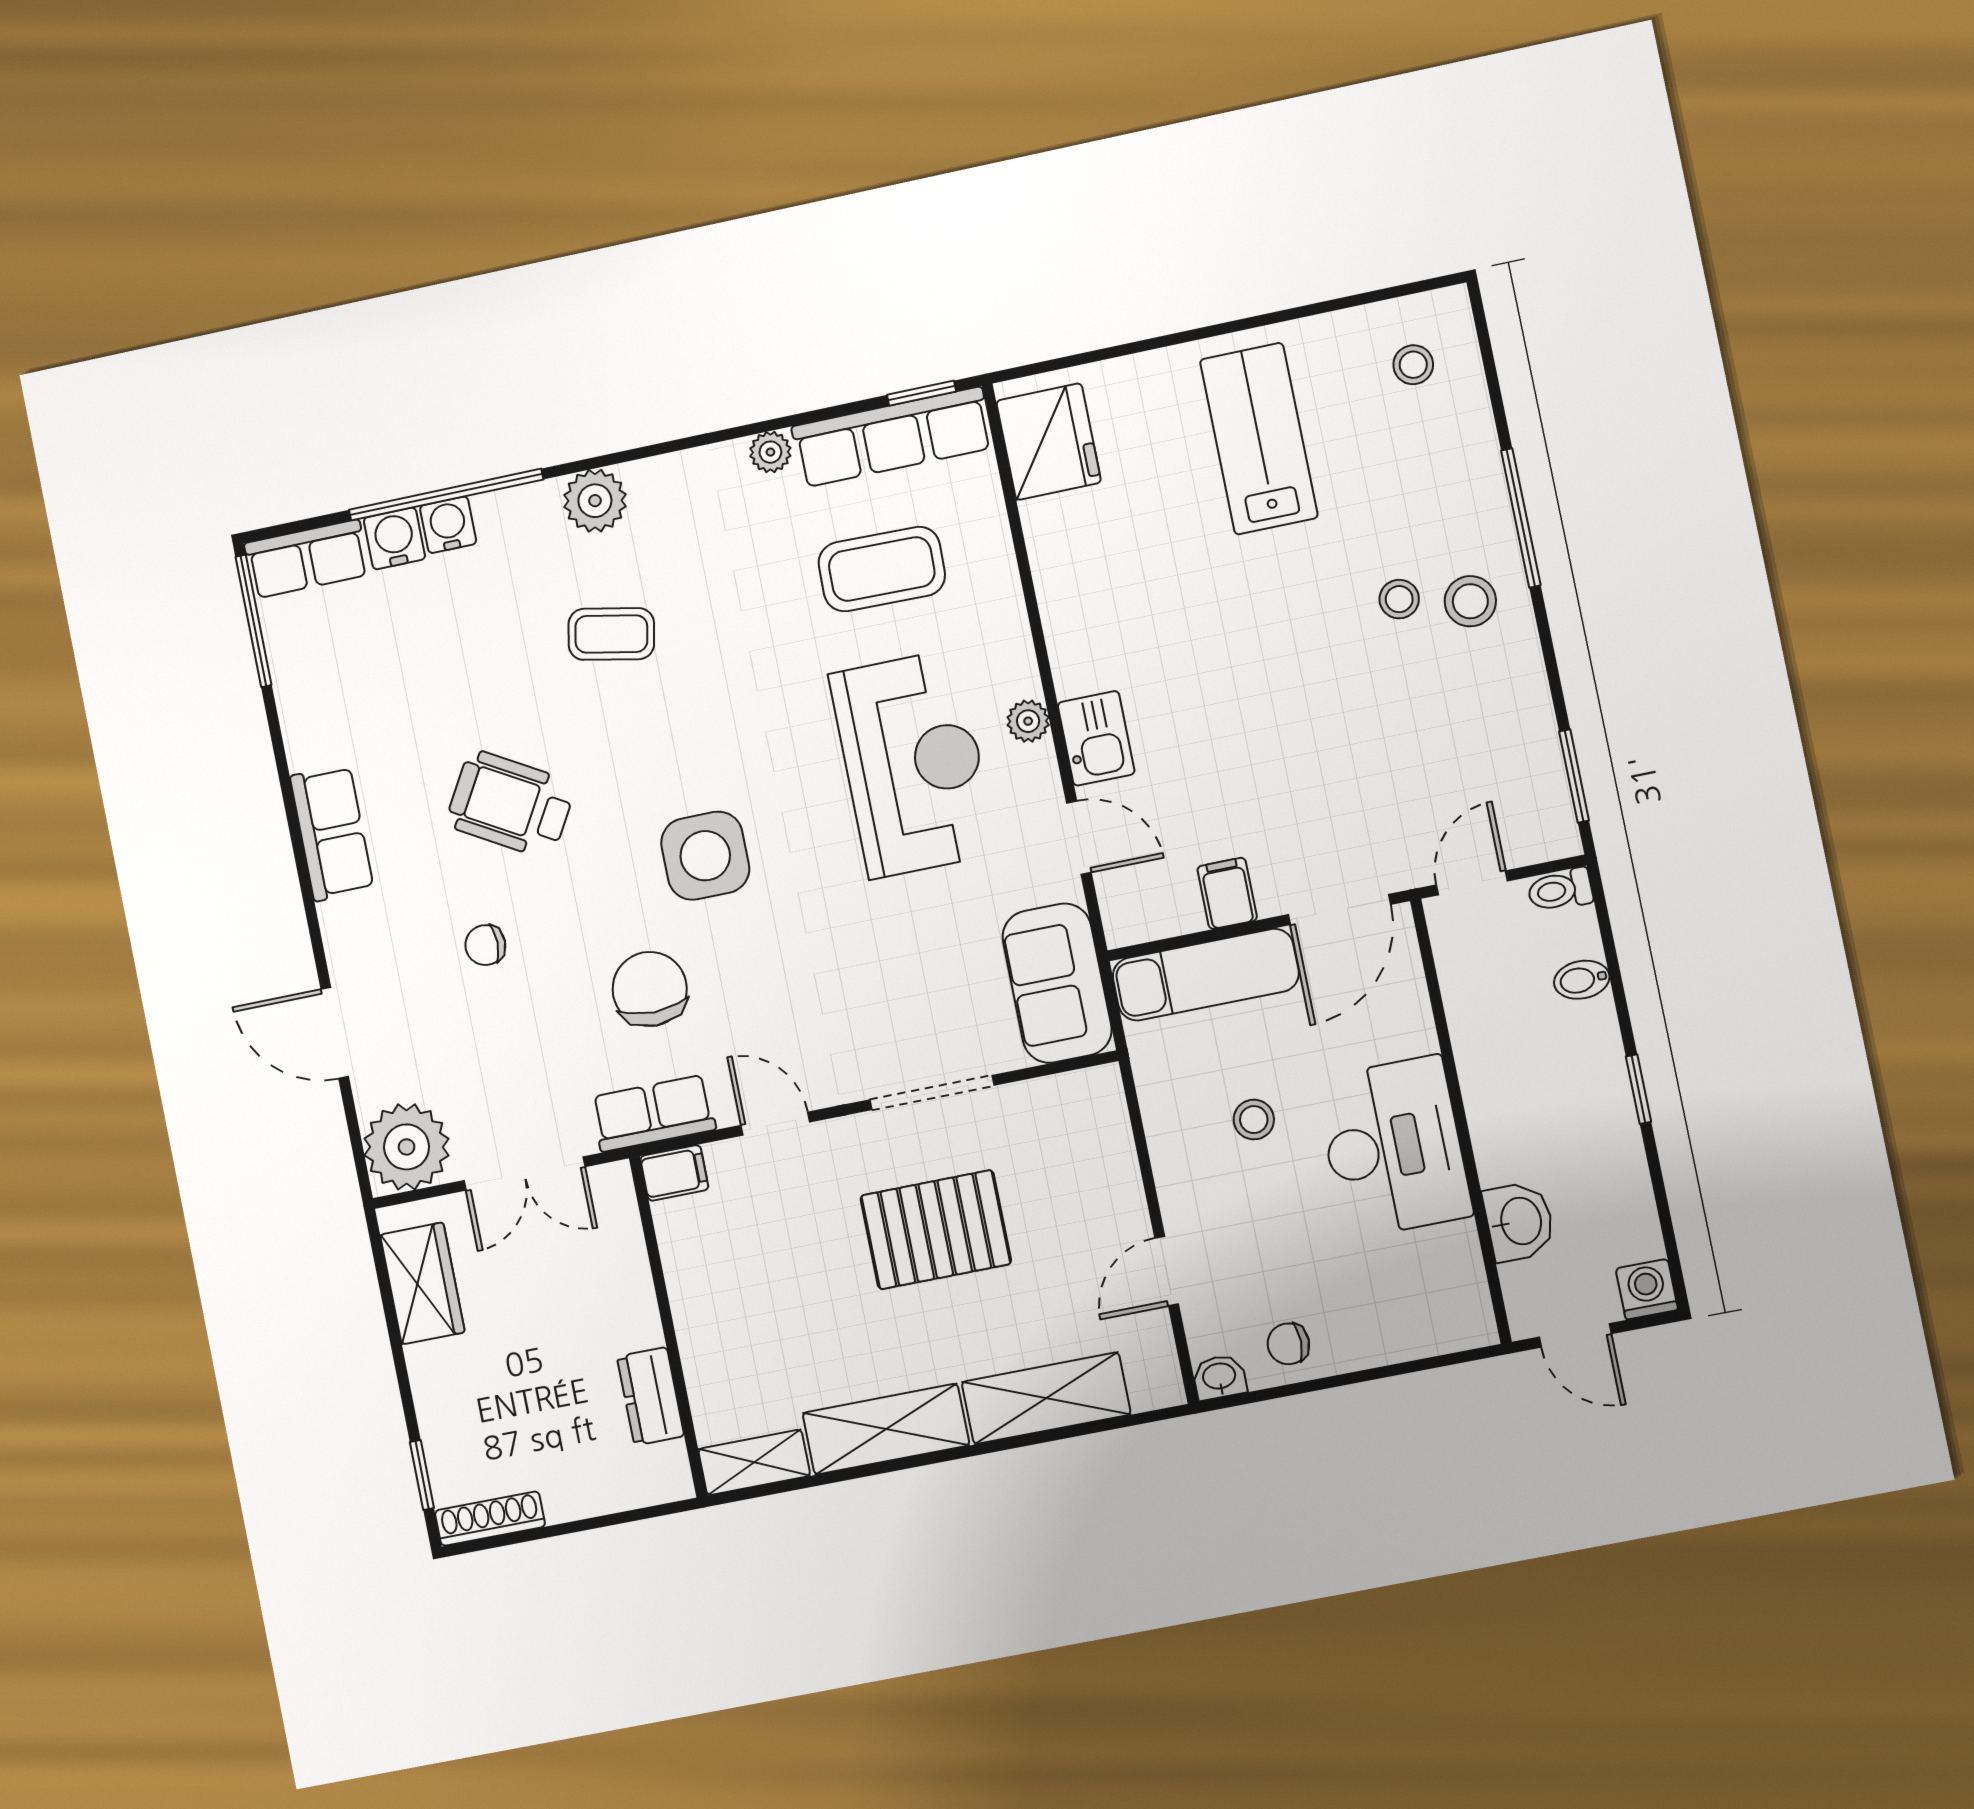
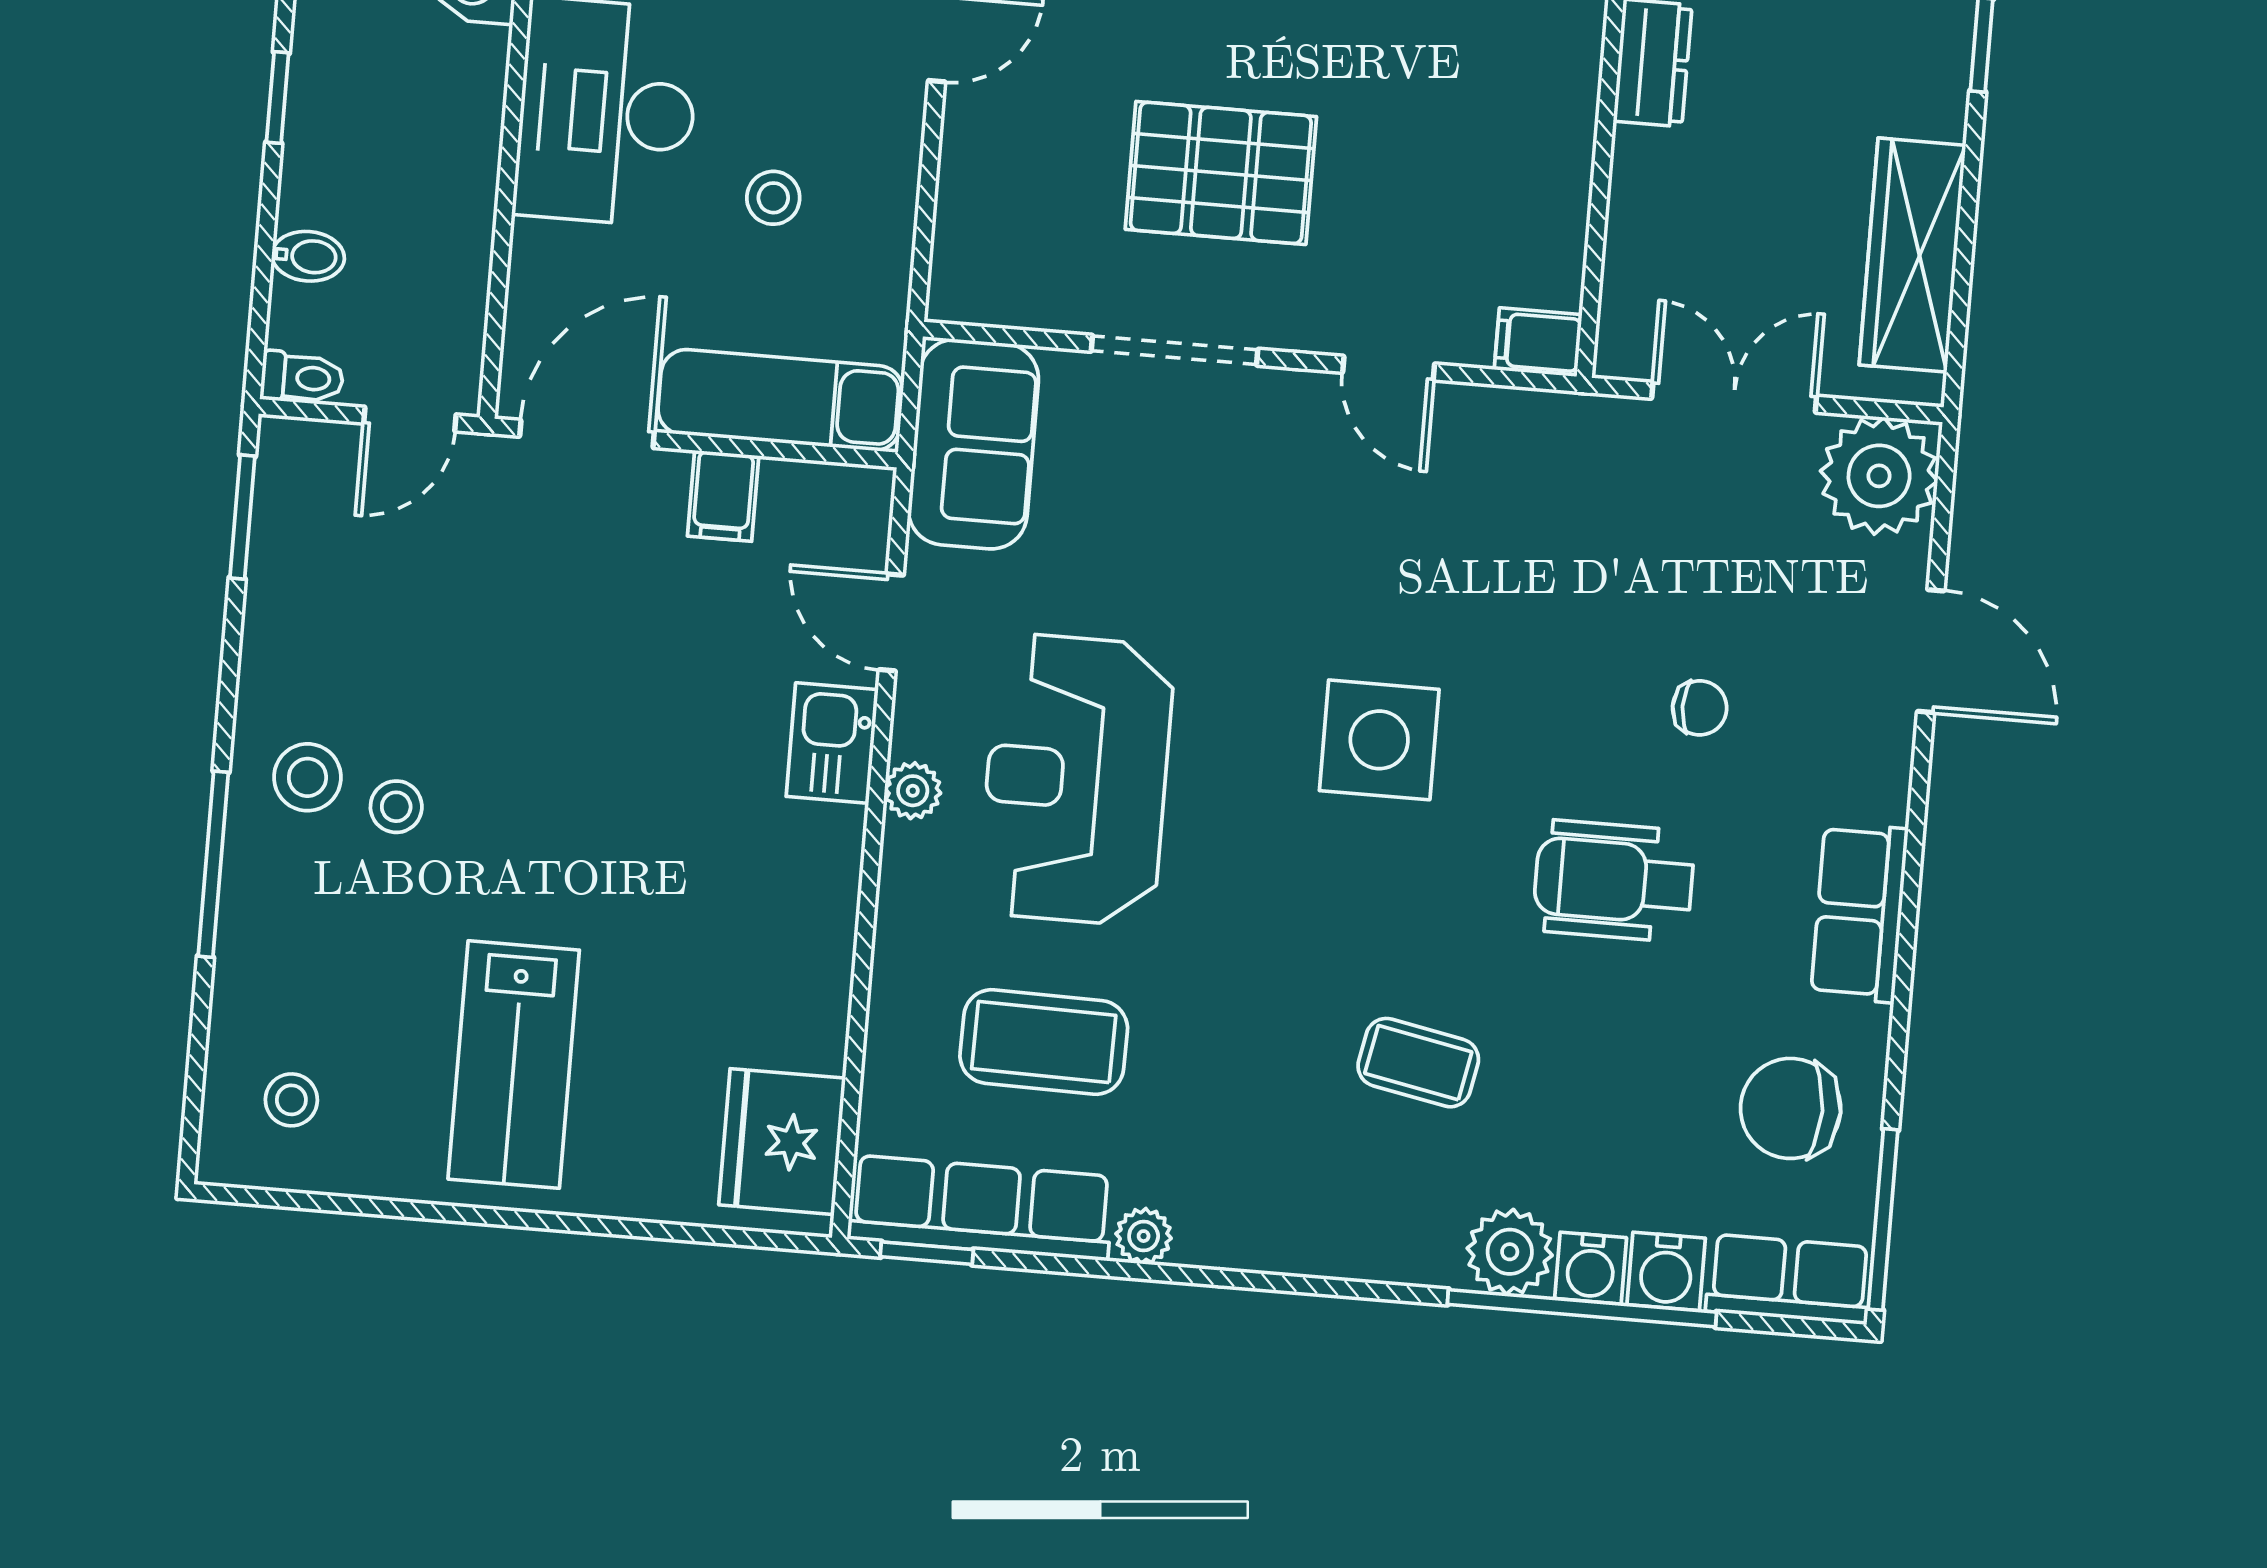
plant: (595, 501) -> (1510, 1252), moved
wheelchair: (511, 804) -> (1614, 881), turned 150
chair: (650, 989) -> (1791, 1108), moved, turned 90
row of seats: (653, 1113) -> (1543, 427), removed
wardrobe: (422, 1283) -> (1912, 255), width x1.50

